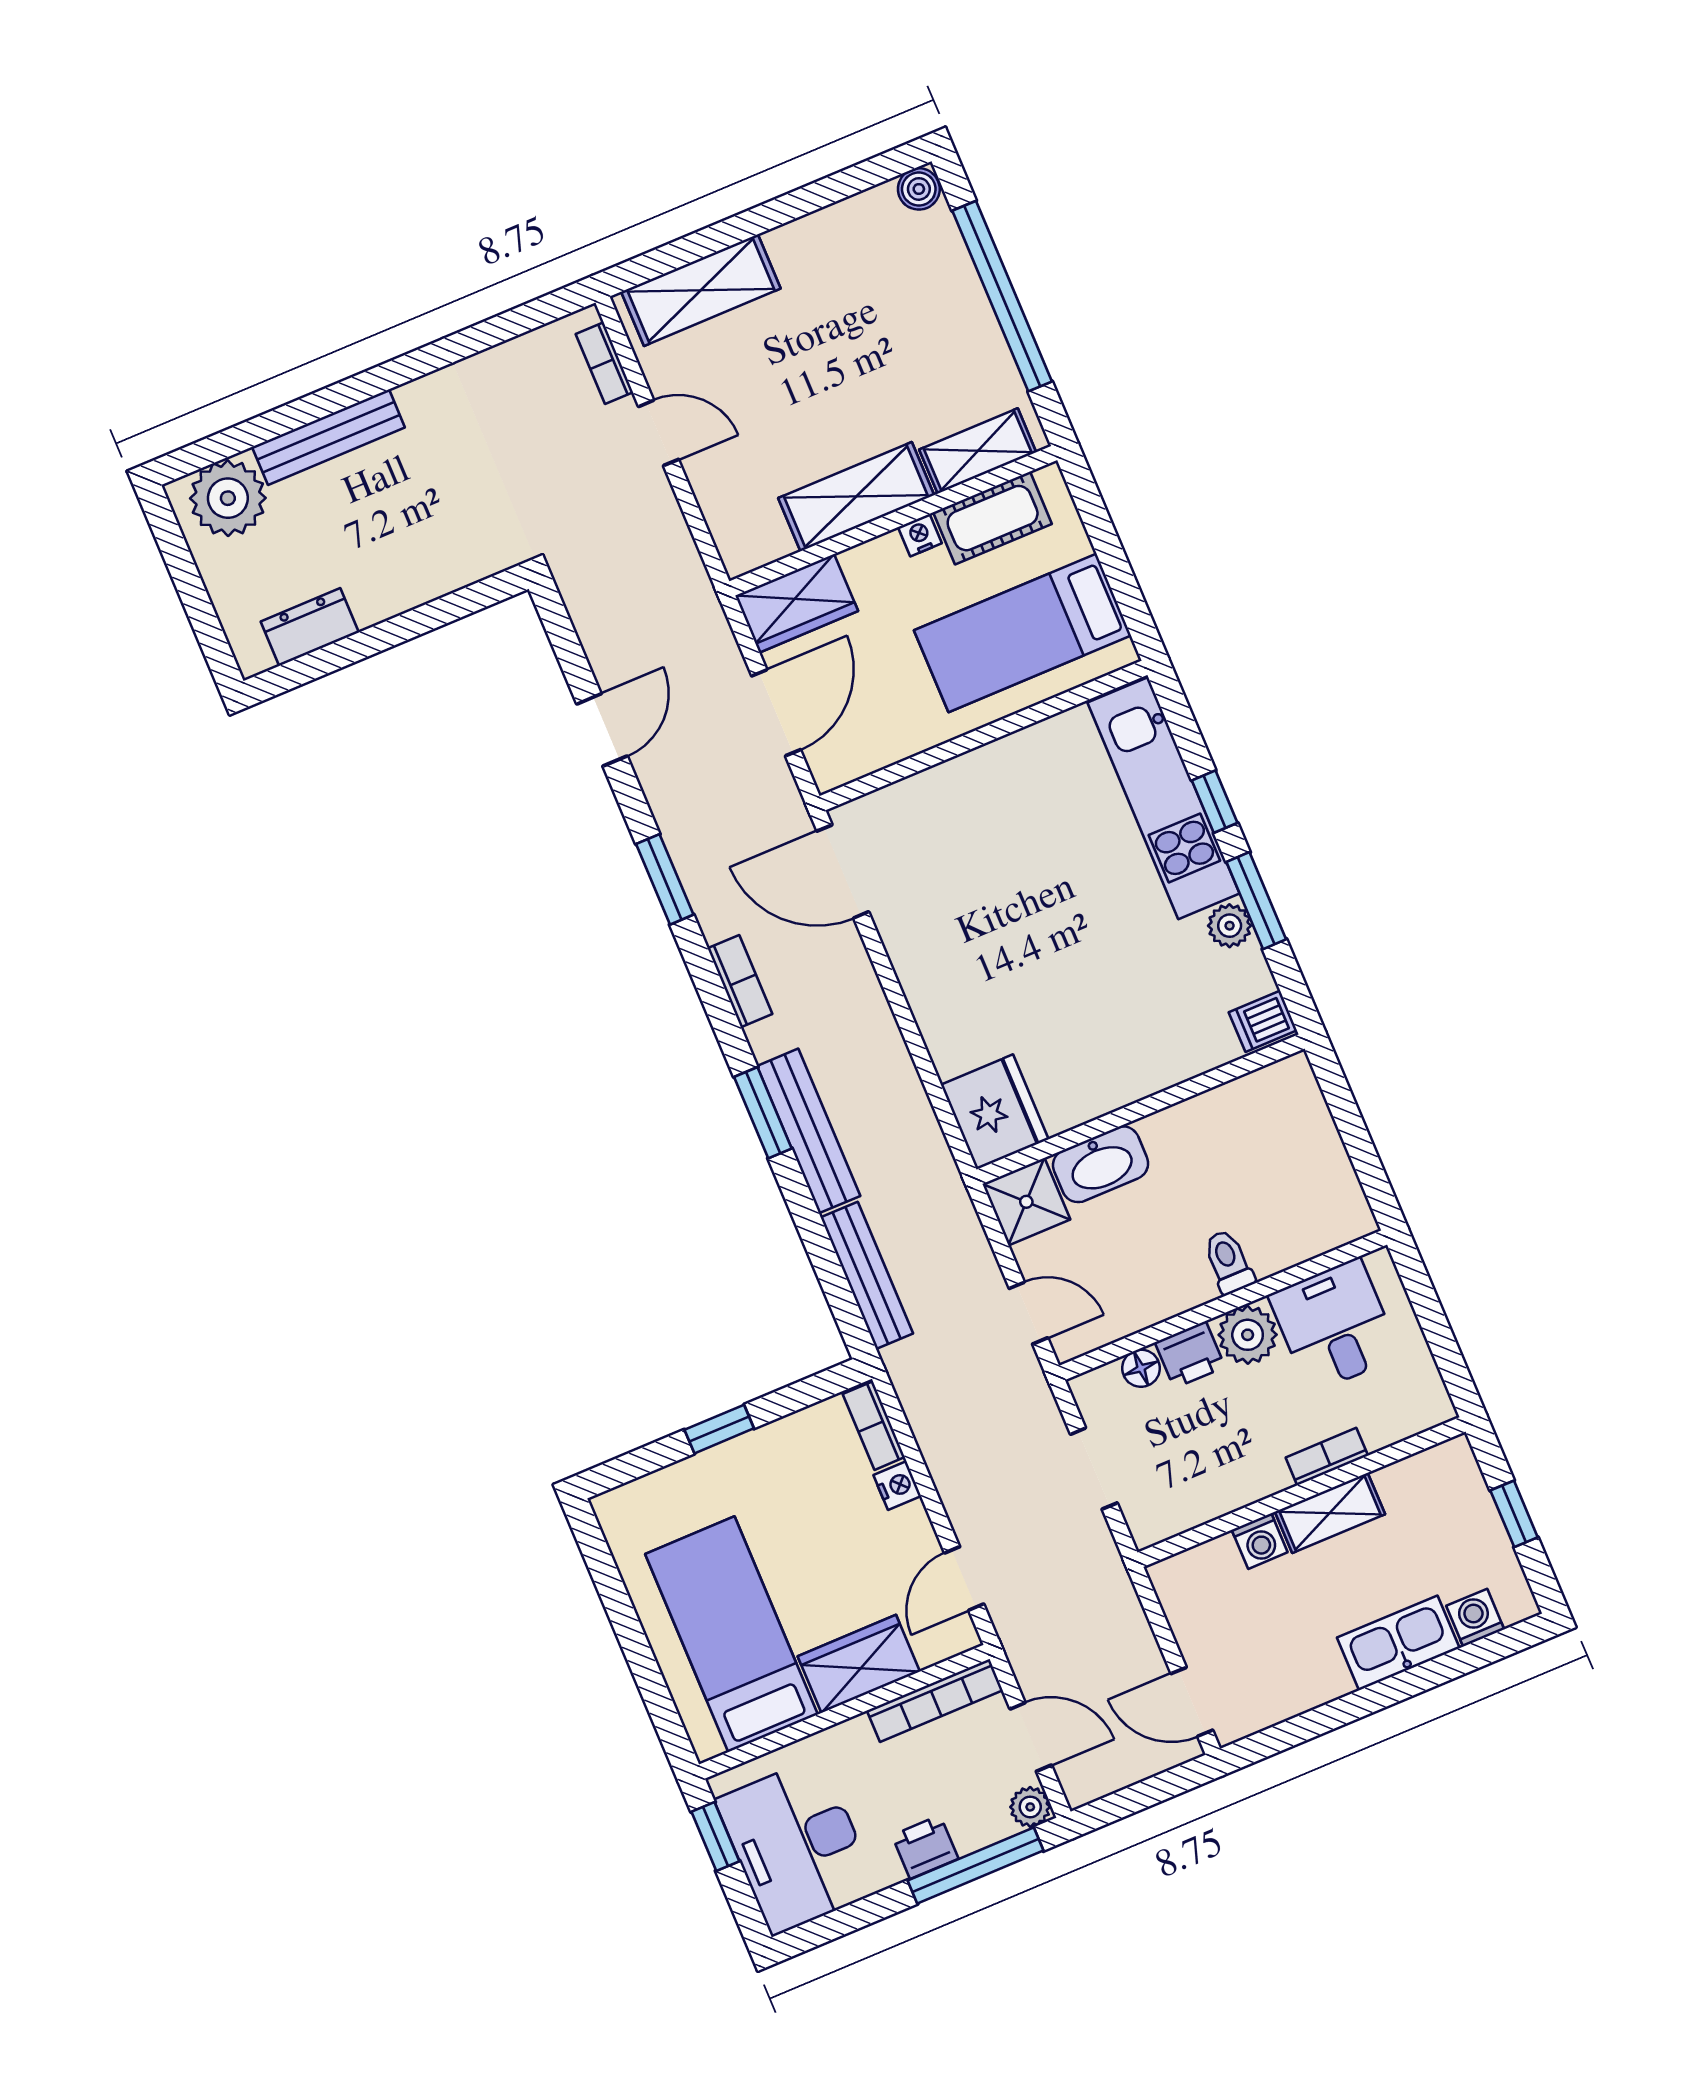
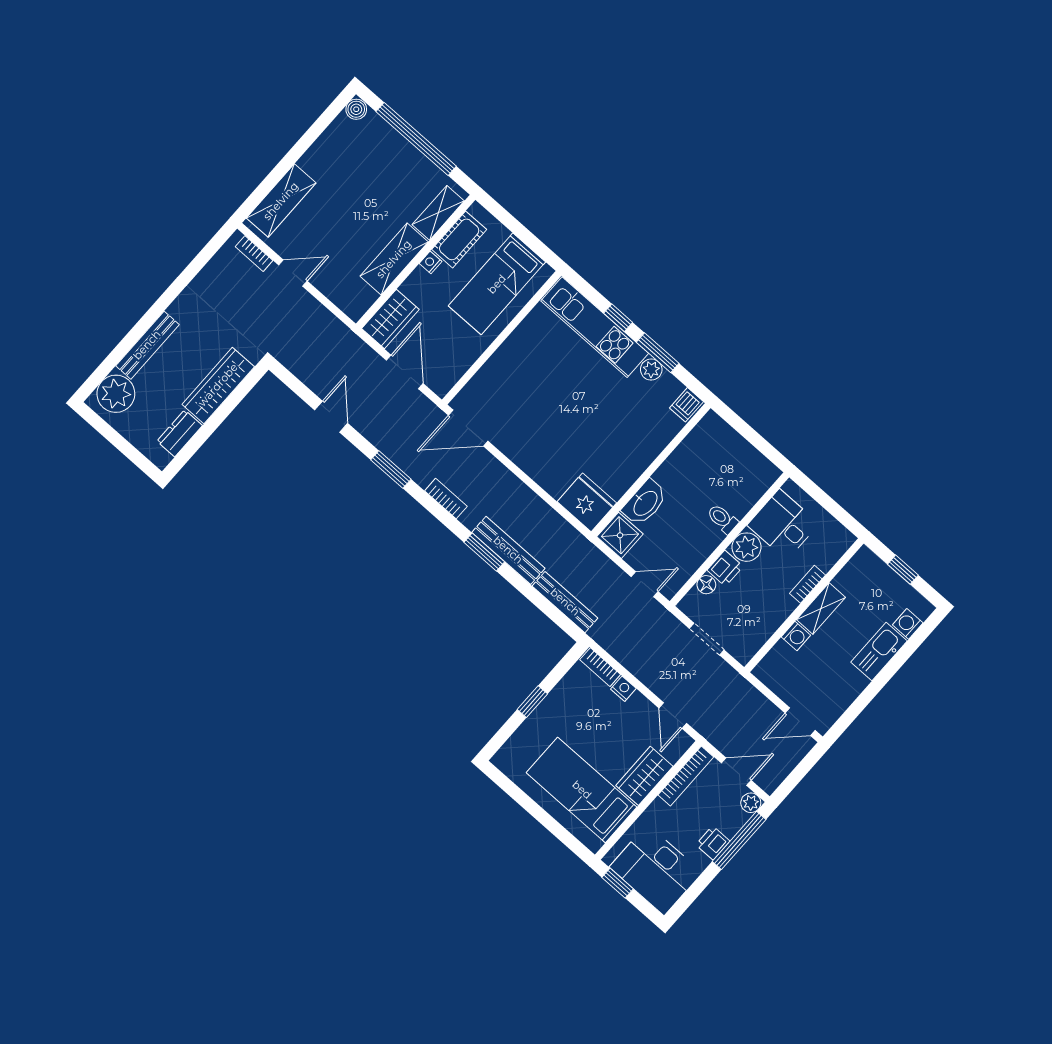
wardrobe: (423, 573) -> (218, 385), added

